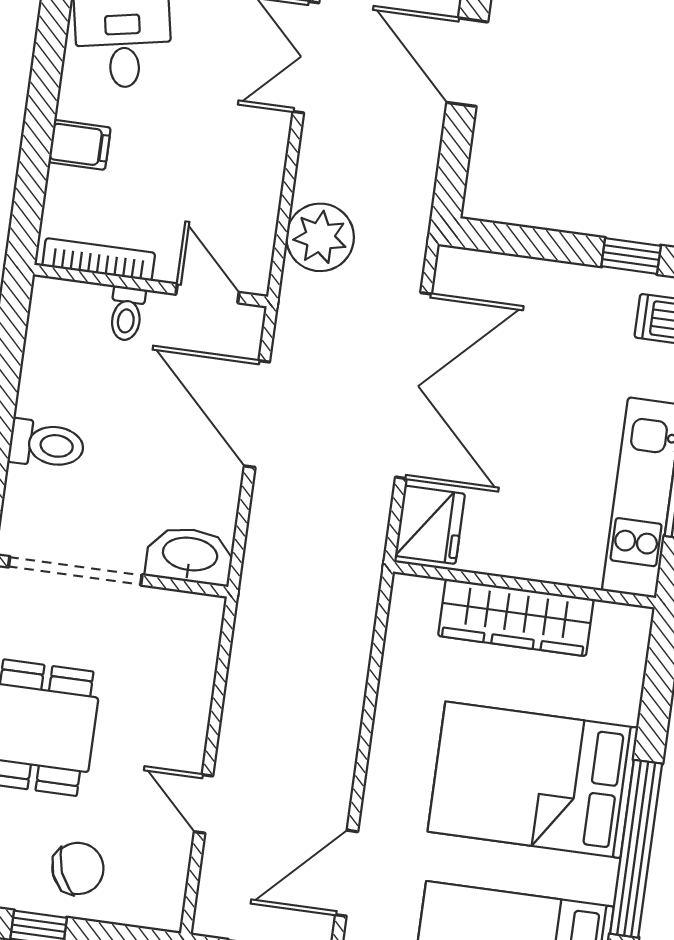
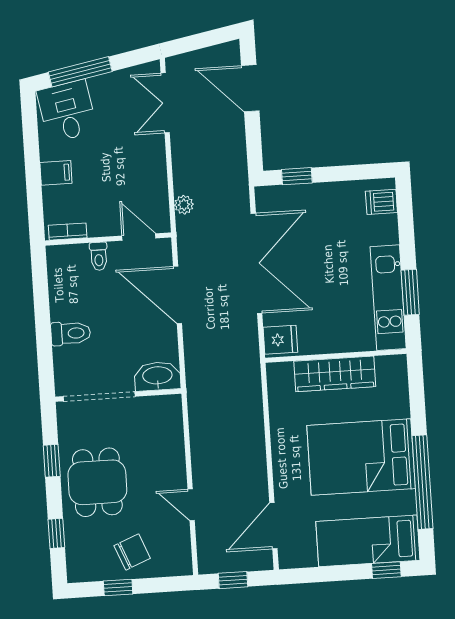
plant: (320, 237) -> (184, 205), width x0.53, depth x0.53
window: (631, 256) -> (297, 176), moved
bookcase: (99, 259) -> (68, 232), width x0.64
fridge: (430, 525) -> (280, 340), width x0.72

